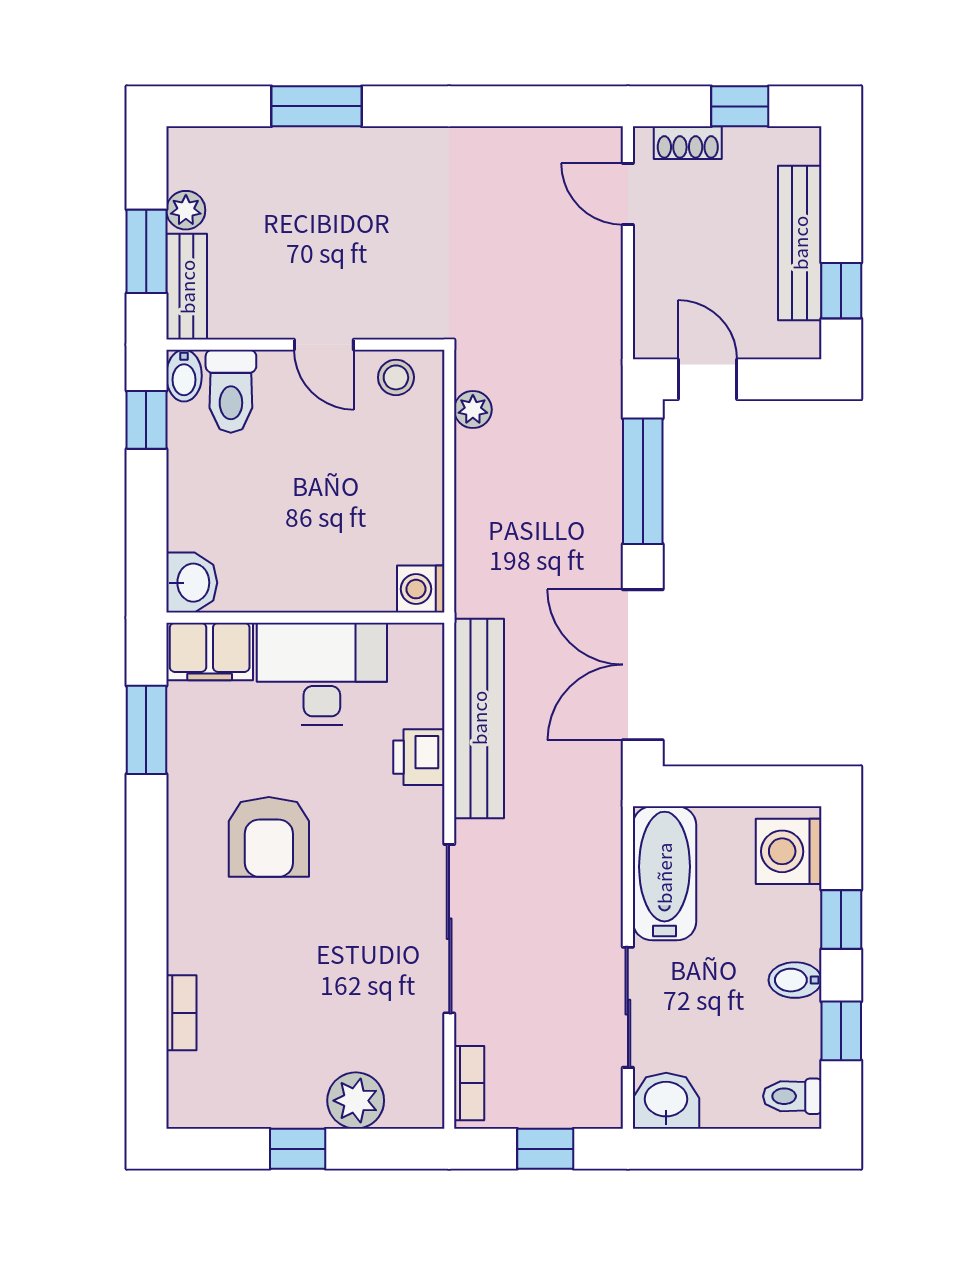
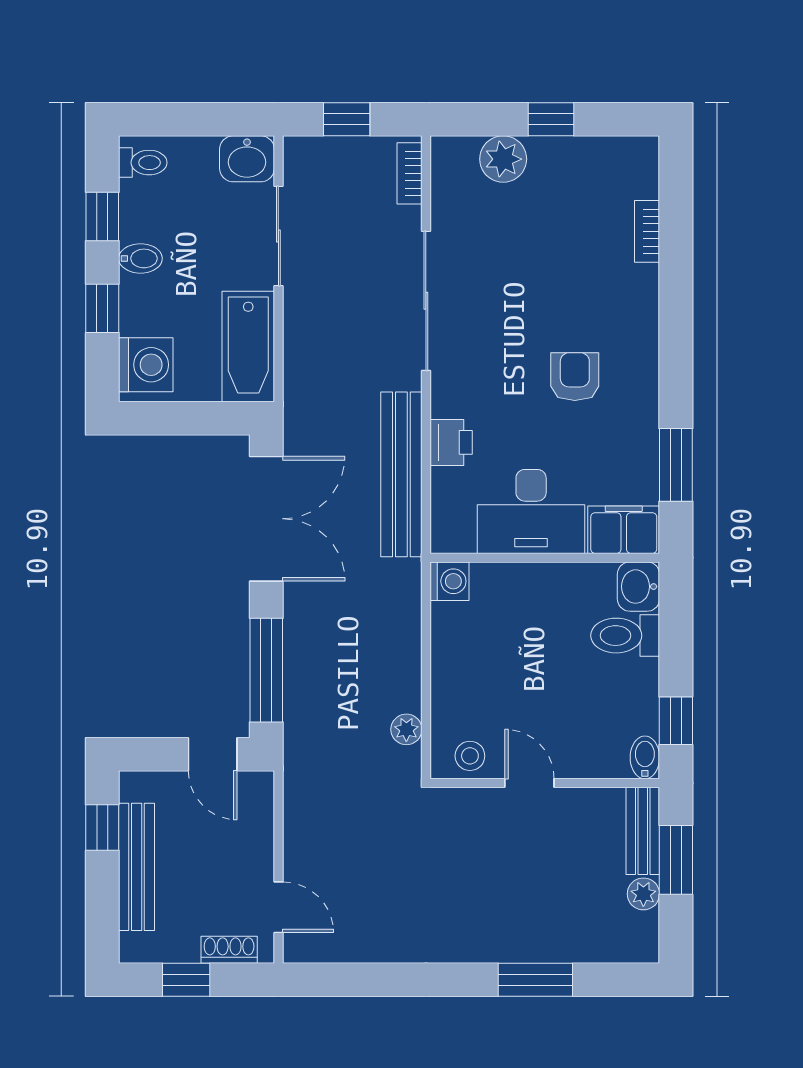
toilet: (231, 391) -> (625, 636), moved, turned -90
armchair: (269, 837) -> (575, 377), width x0.72, depth x0.72

